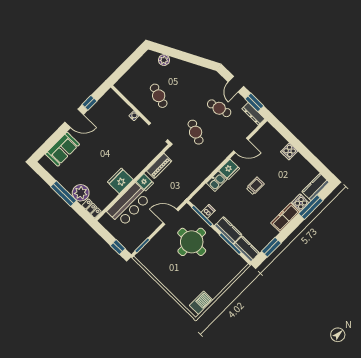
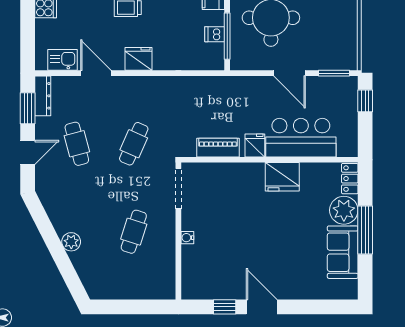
plant: (164, 60) -> (71, 242), moved
sofa: (62, 149) -> (343, 252), moved, turned -90
kitchen sink: (217, 181) -> (62, 60), moved
door: (171, 217) -> (289, 73), moved

